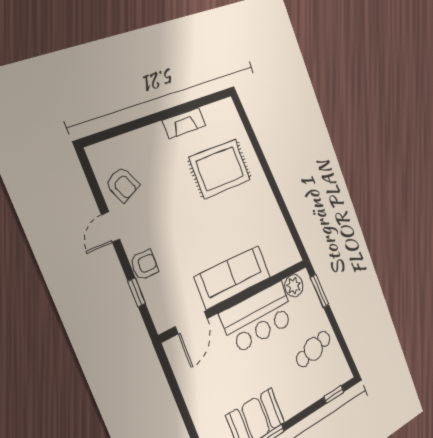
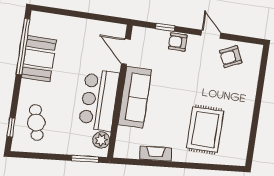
fireplace: (184, 123) -> (156, 154), moved, turned 85
armchair: (144, 265) -> (178, 42), turned 90
cafe table: (313, 349) -> (36, 123), moved

